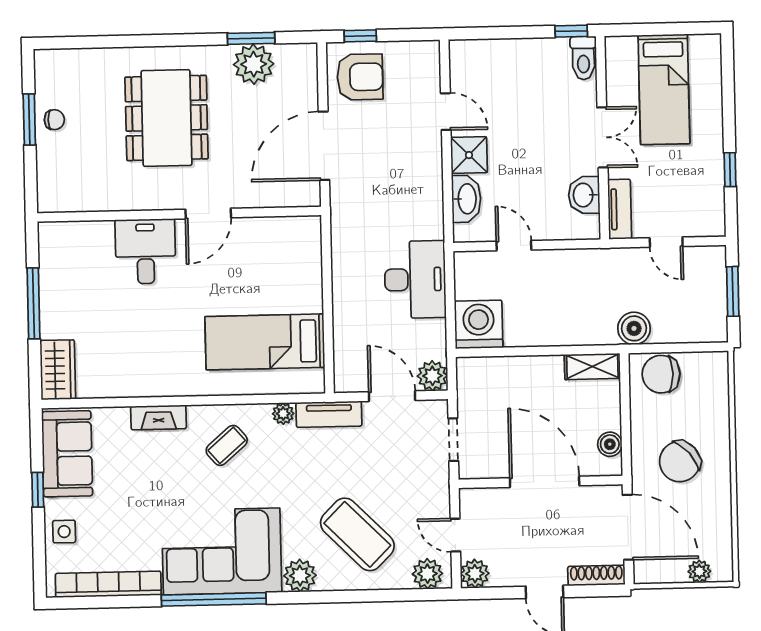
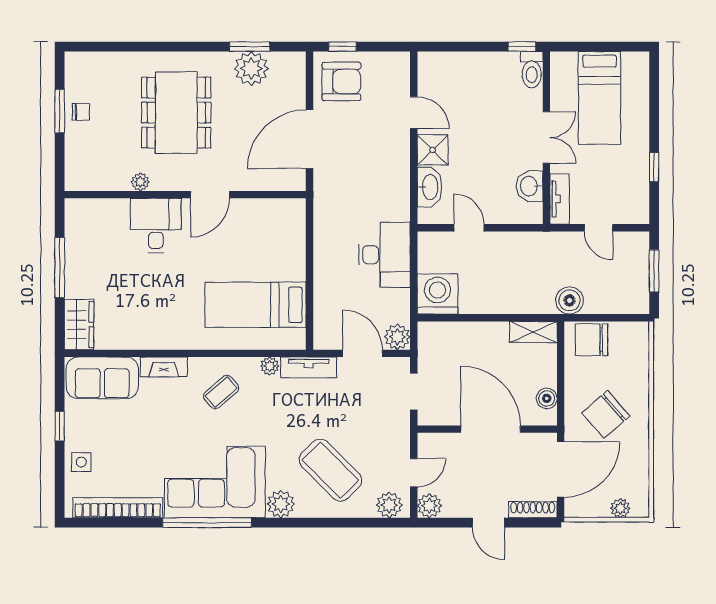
plant: (126, 200) -> (140, 182), added
sofa: (67, 454) -> (102, 378), moved, turned 90
door: (628, 527) -> (561, 469), hinge flipped
door: (455, 535) -> (414, 473), swing flipped

